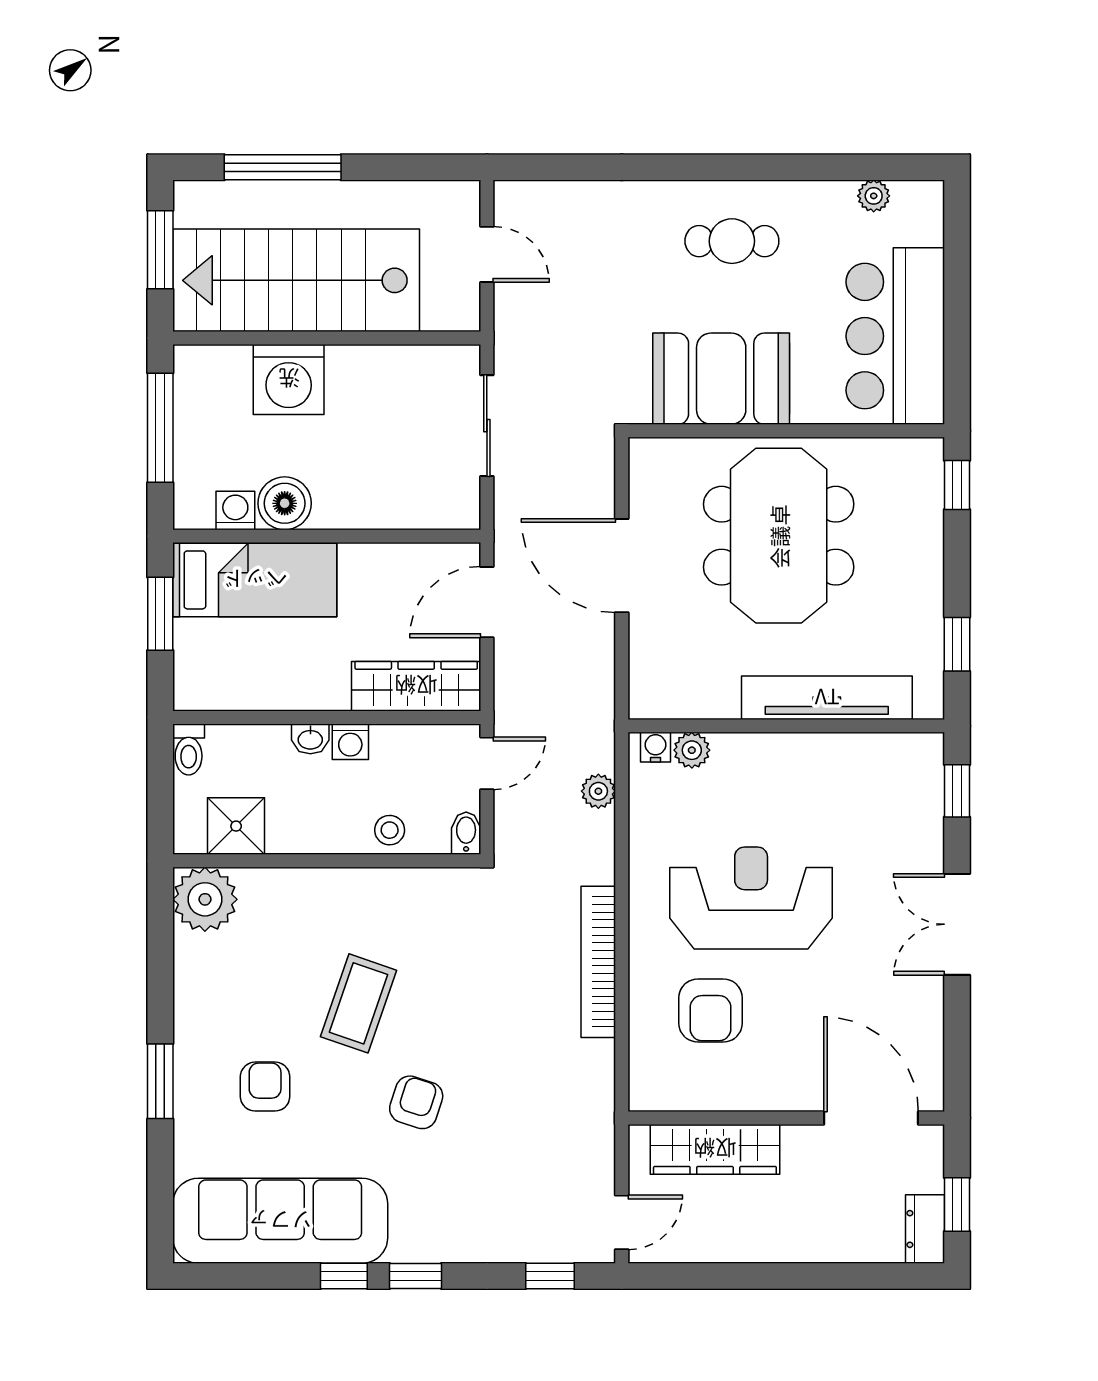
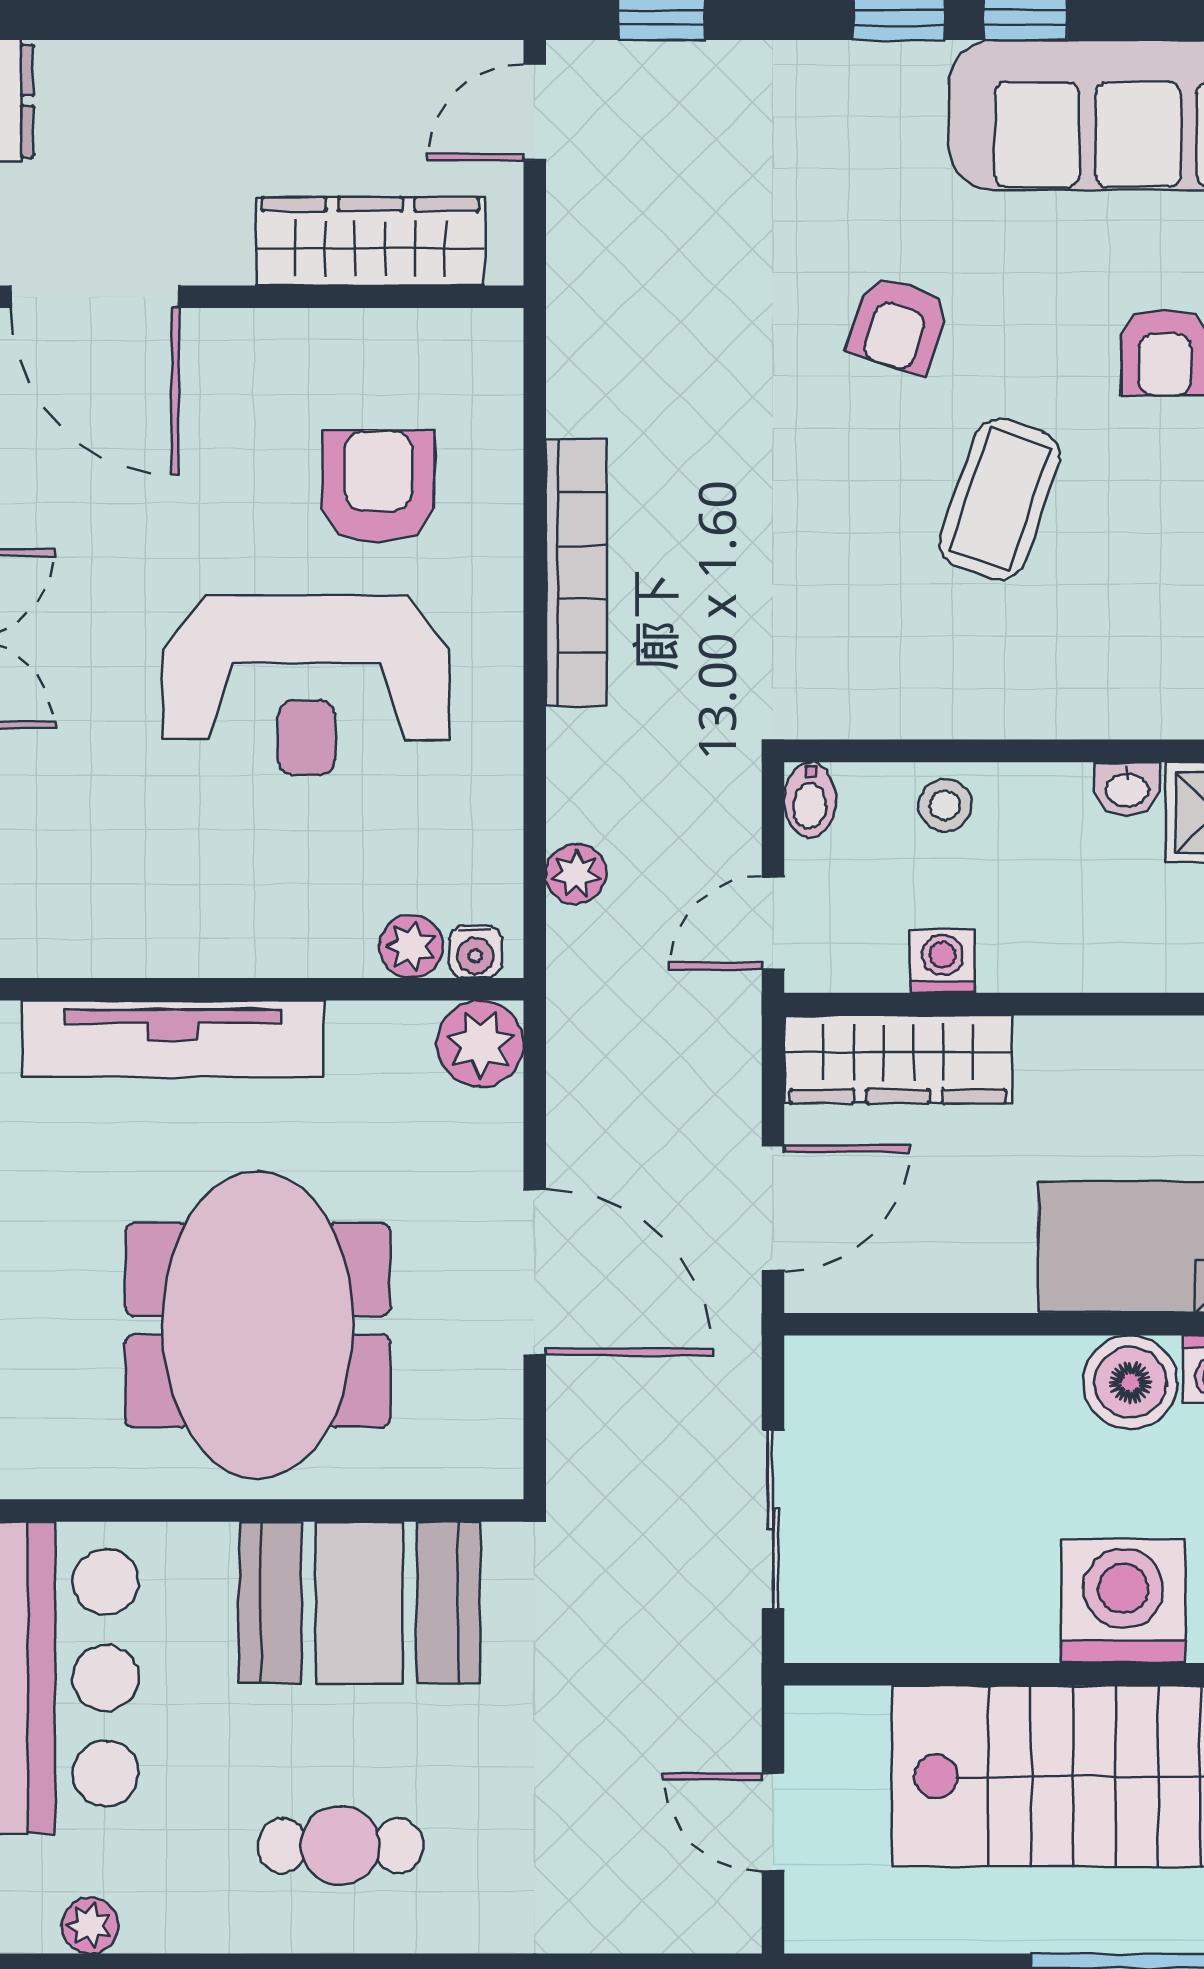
plant: (653, 695) -> (480, 1044), added
washbasin: (310, 739) -> (1127, 789), moved, turned 180
washing machine: (350, 742) -> (943, 961), moved

